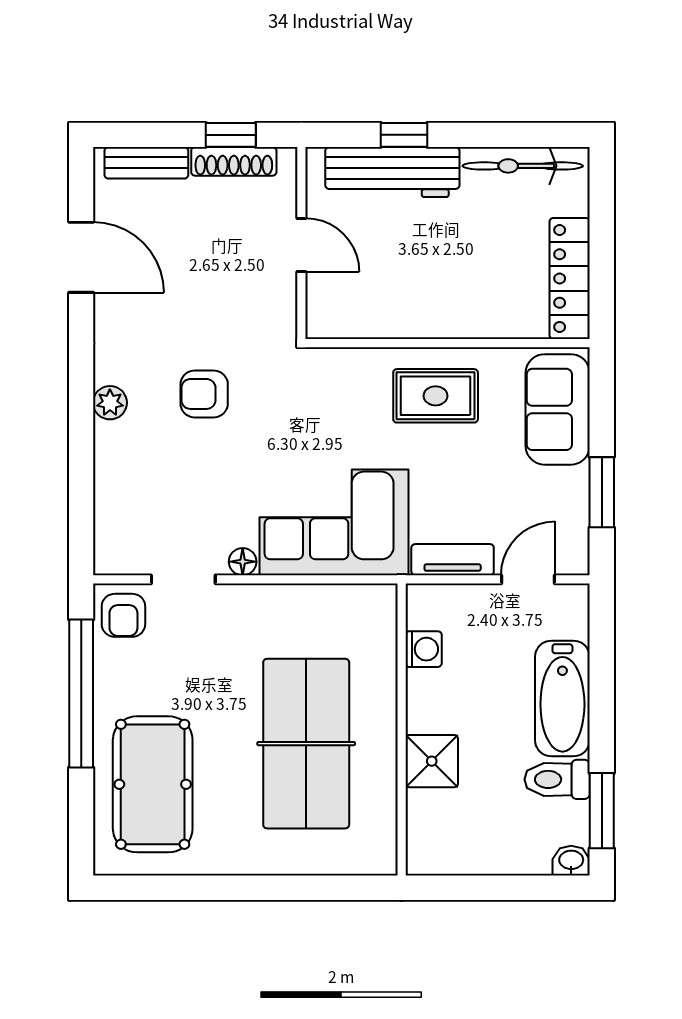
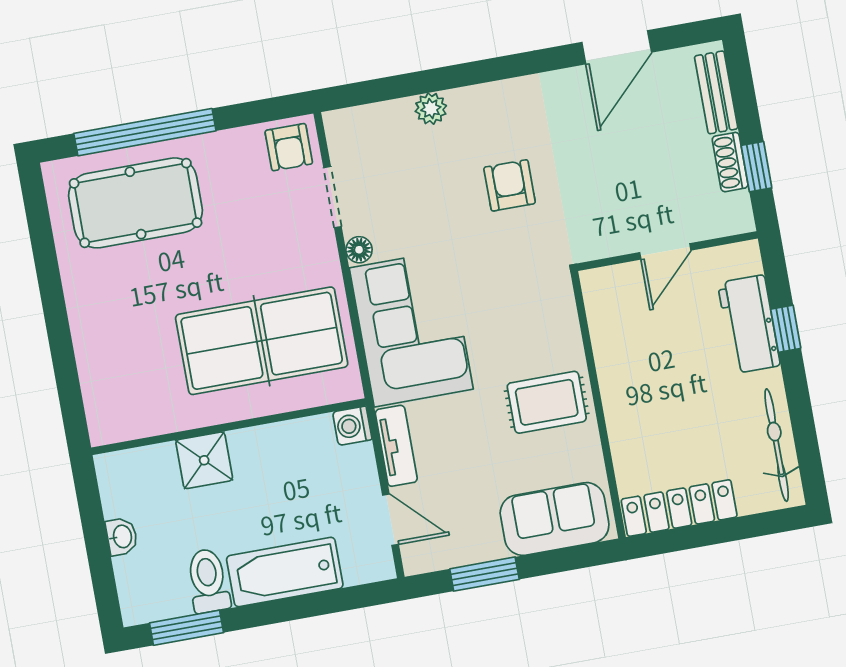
shoe rack: (234, 161) -> (730, 162), width x0.70
workbench: (392, 172) -> (749, 324), width x0.73
rug: (436, 396) -> (547, 402), turned 90
plant: (110, 403) -> (431, 109), moved
armchair: (123, 615) -> (289, 147), turned -90
washing machine: (424, 649) -> (352, 426), moved, turned 90
window: (81, 694) -> (145, 132), moved
table tennis table: (306, 744) -> (262, 341), moved
washbasin: (571, 861) -> (122, 537), moved

